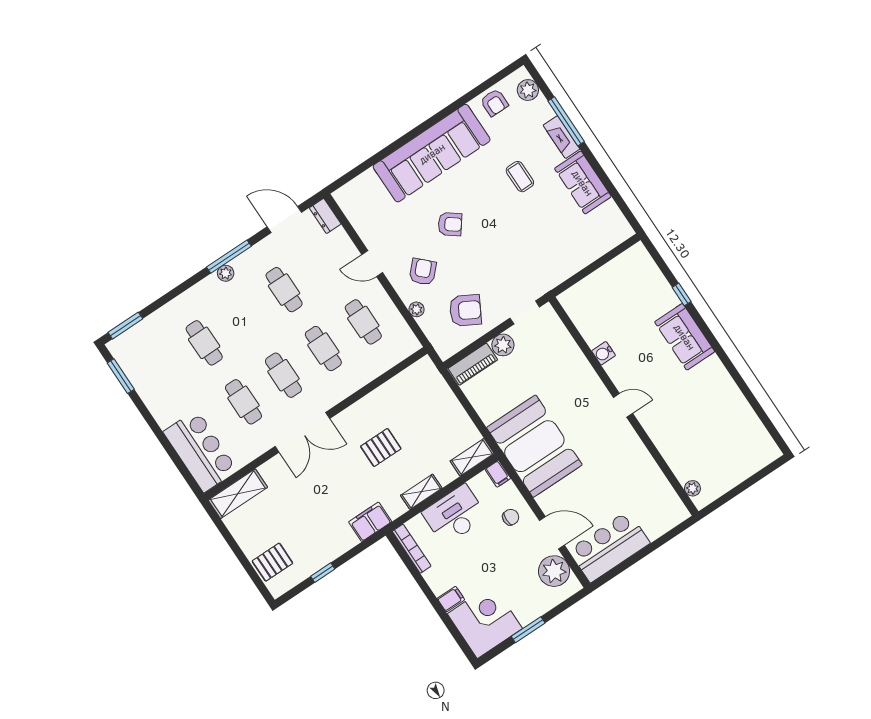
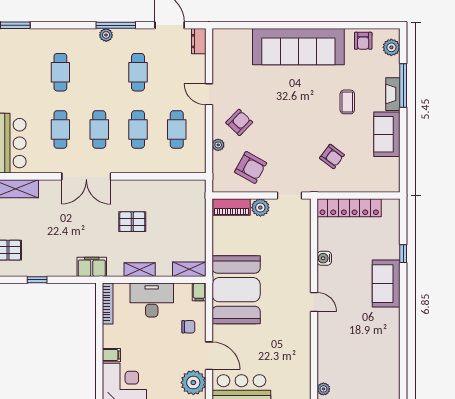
armchair: (450, 224) -> (332, 156), moved
locker: (595, 284) -> (349, 208), added

